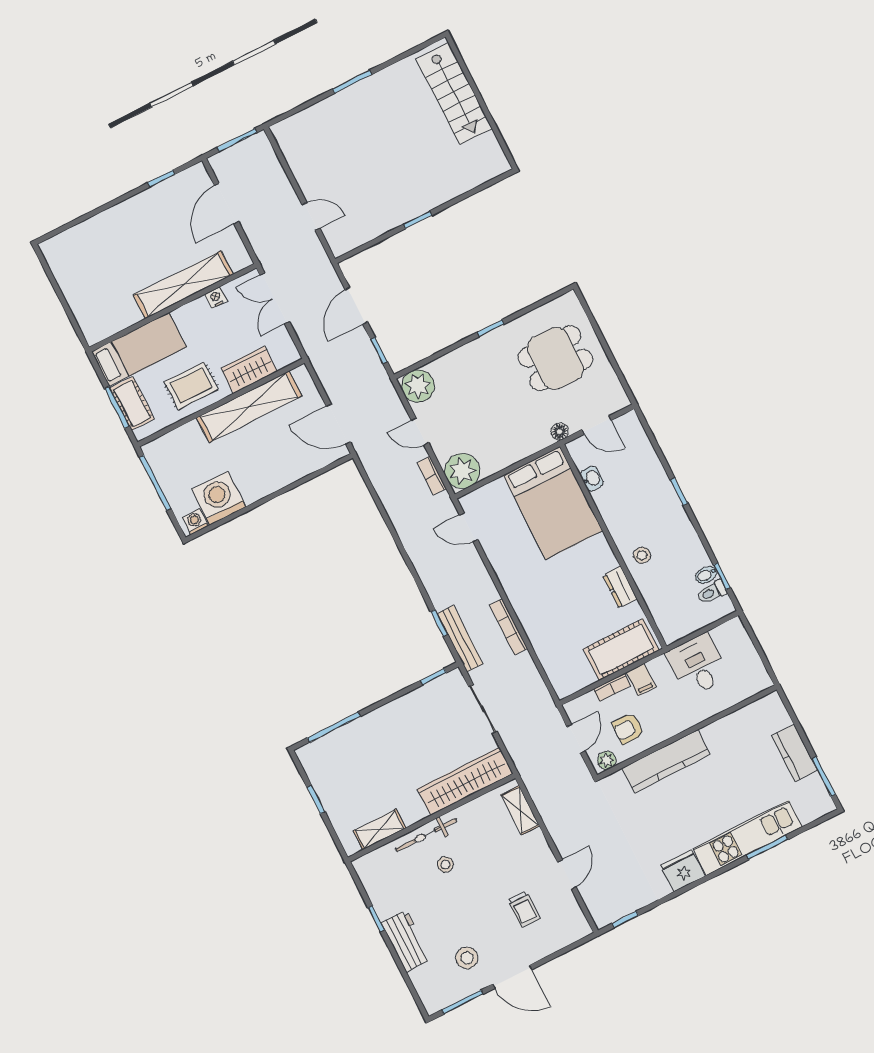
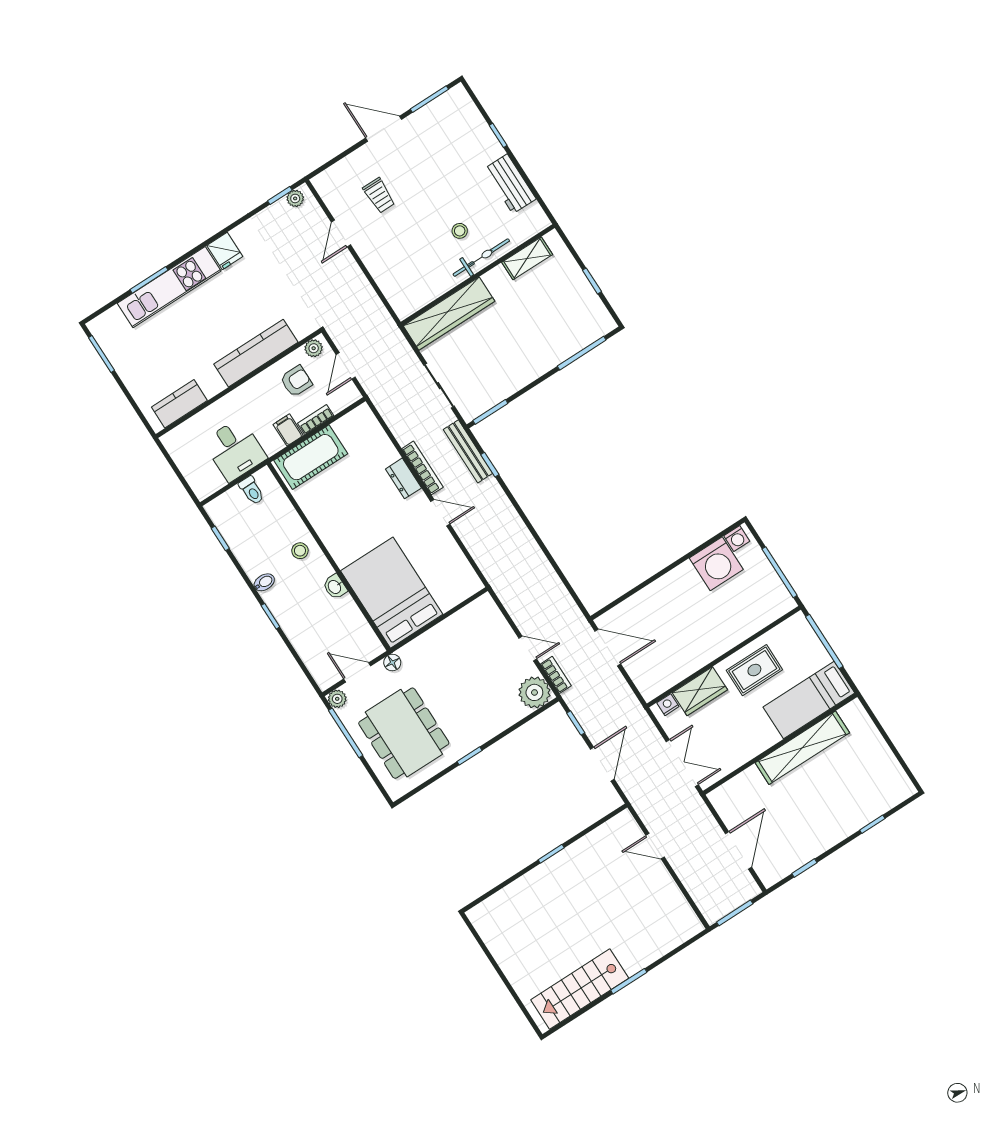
stairs: (454, 94) -> (580, 989), moved, turned -90
window: (87, 216) -> (872, 824), added
shelving: (183, 285) -> (802, 748), moved
nightstand: (216, 297) -> (668, 705), moved, turned 180
dining table: (555, 358) -> (404, 733), width x1.38
window: (615, 365) -> (346, 733), added
cot: (132, 403) -> (810, 647), removed
window: (117, 407) -> (824, 642), width x1.44
shelving: (249, 407) -> (696, 655), removed
plant: (462, 471) -> (337, 699), moved, width x0.53, depth x0.53
bookcase: (432, 476) -> (556, 675), moved
washbasin: (592, 479) -> (335, 587), moved
door: (469, 527) -> (440, 513), moved
bidet: (706, 575) -> (264, 582), moved
dresser: (620, 587) -> (403, 478), moved, turned 180
toilet: (712, 592) -> (252, 491), moved, turned 90
window: (433, 677) -> (490, 412), width x1.50
kitchen counter: (795, 753) -> (179, 404), moved, turned -90
shelving: (520, 810) -> (392, 291), removed
fridge: (683, 871) -> (225, 251), width x0.72
trolley: (524, 909) -> (379, 195), turned 180
plant: (610, 915) -> (295, 198), added
window: (376, 919) -> (498, 135), moved
workbench: (406, 941) -> (510, 184), moved
stool: (467, 958) -> (429, 142), removed

